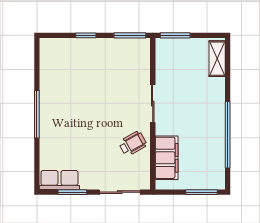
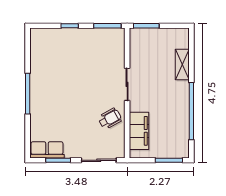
shelving: (217, 59) -> (182, 64), moved

